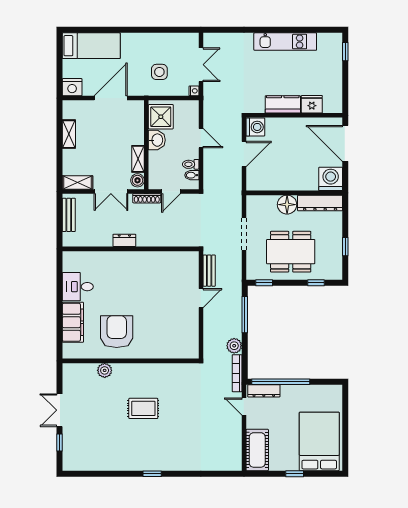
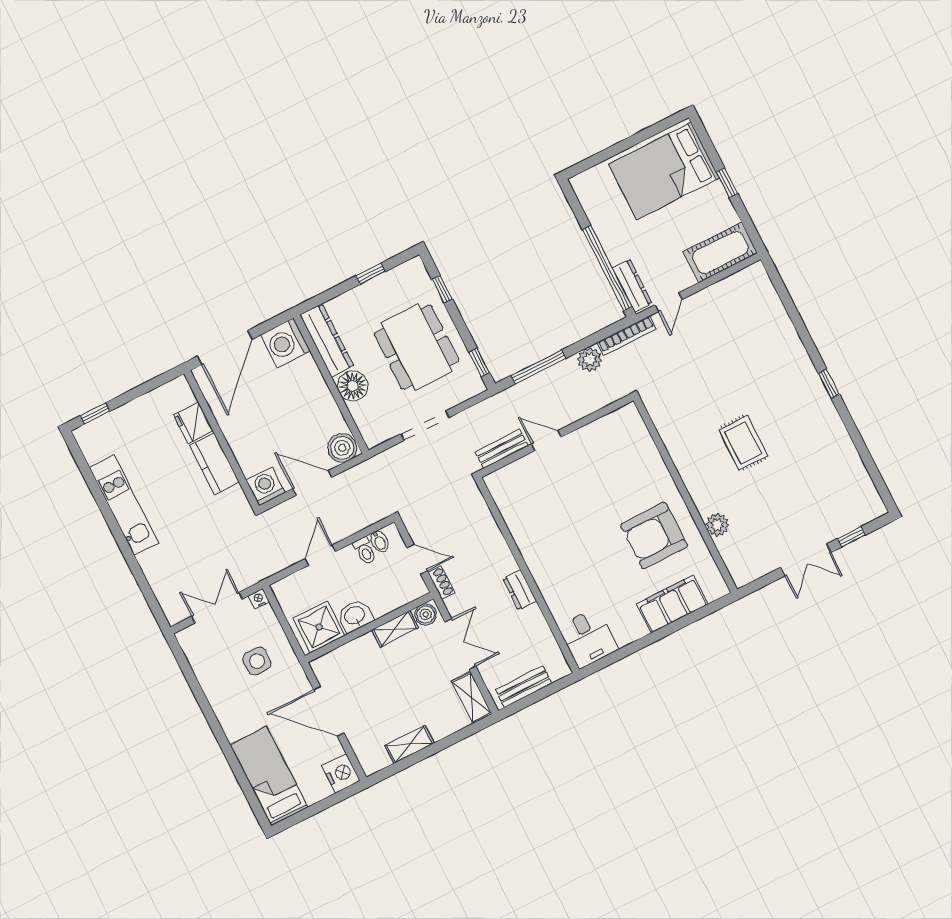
boiler: (255, 181) -> (342, 448), added
shoe rack: (147, 198) -> (441, 583), width x0.70
desk: (78, 287) -> (588, 638), moved

